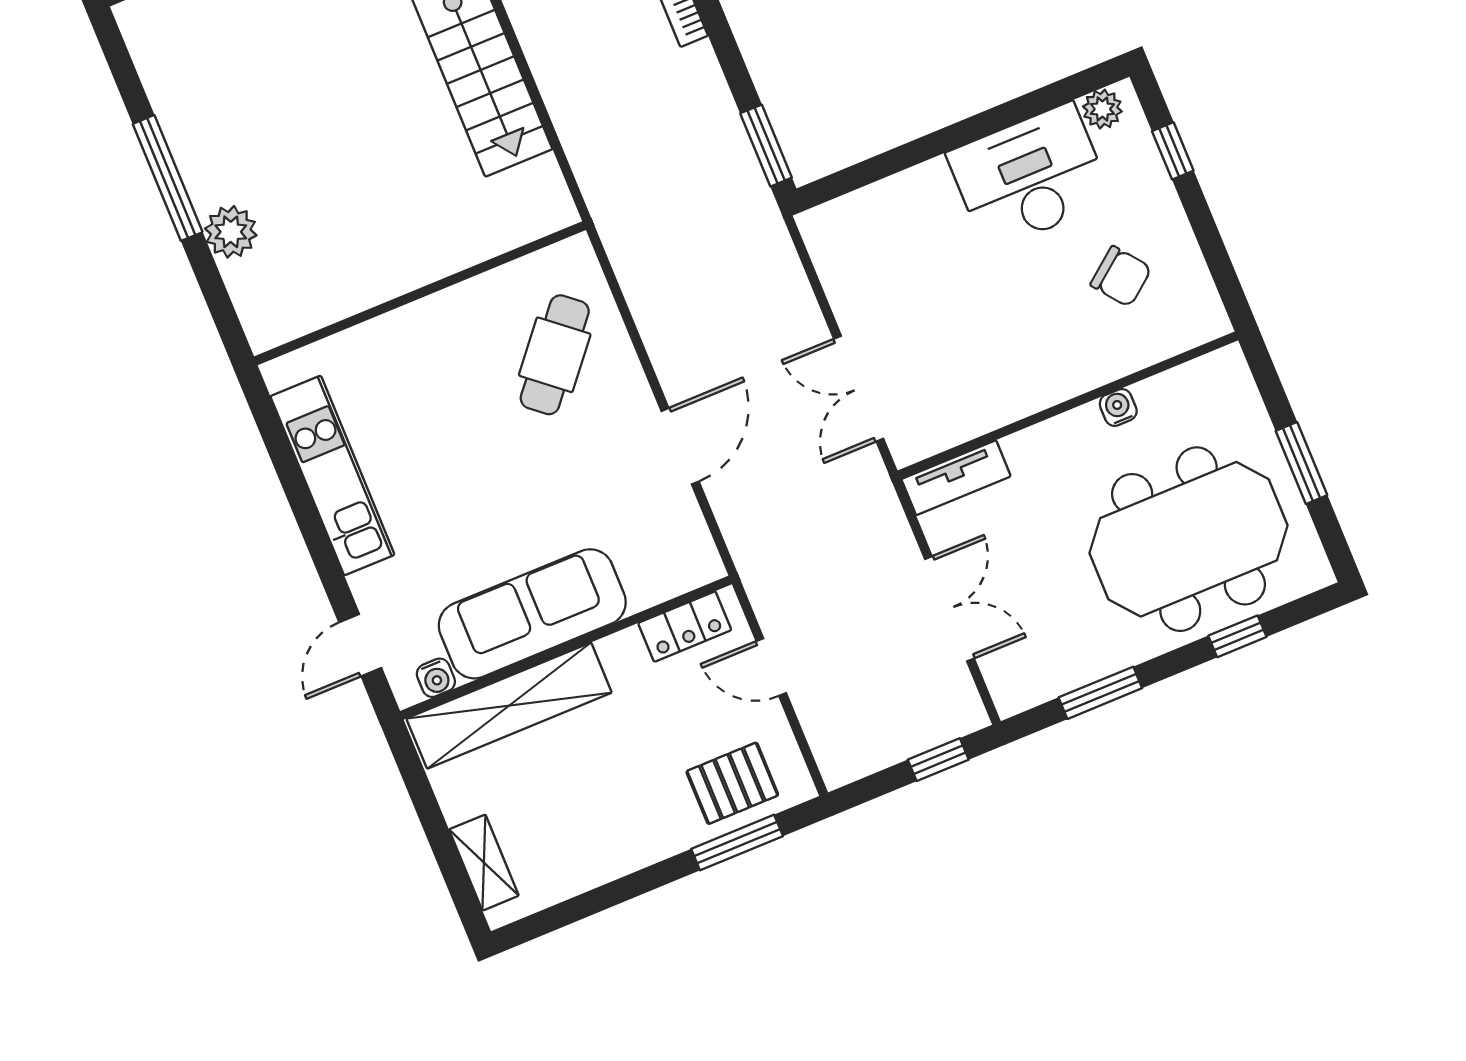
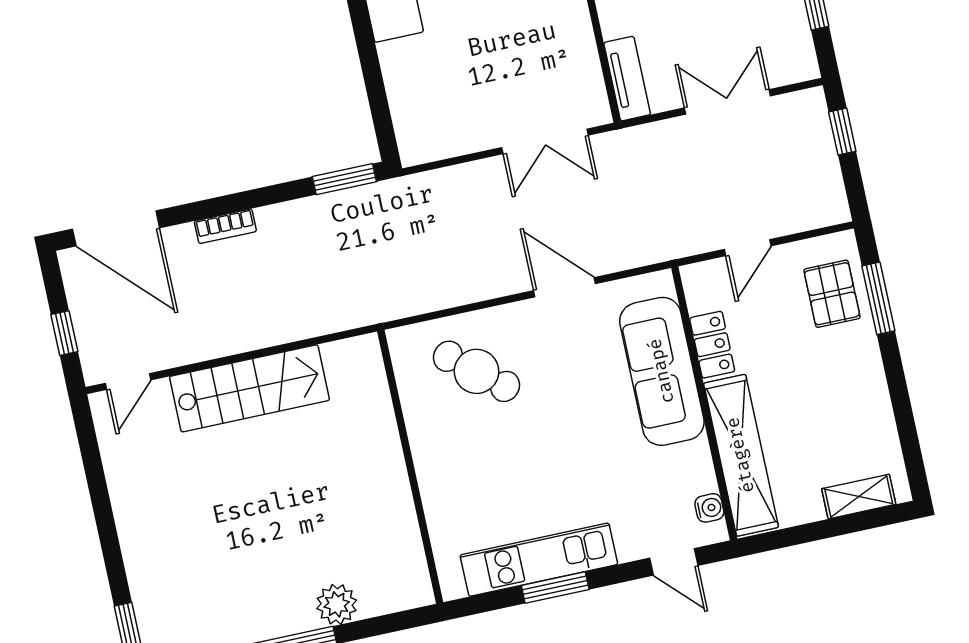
window: (301, 502) -> (555, 587), added
sofa: (532, 614) -> (662, 371), moved
locker: (685, 627) -> (712, 345), moved

